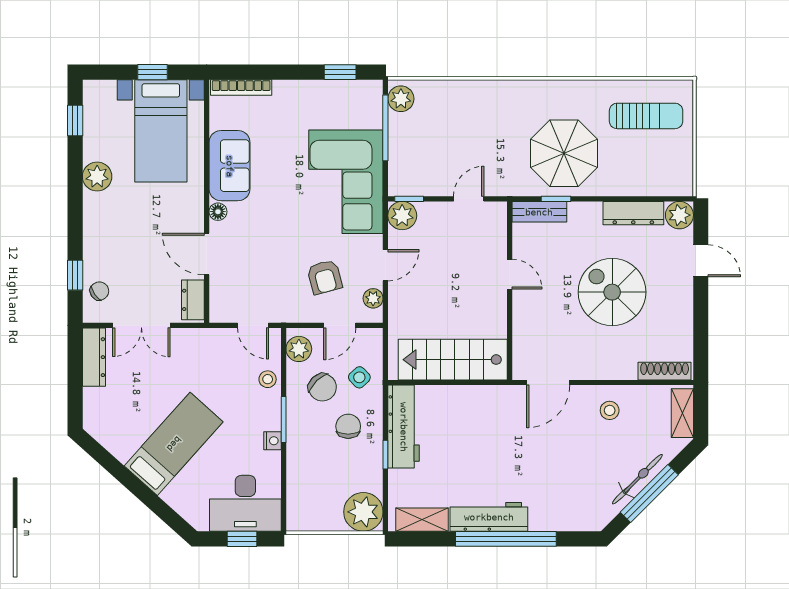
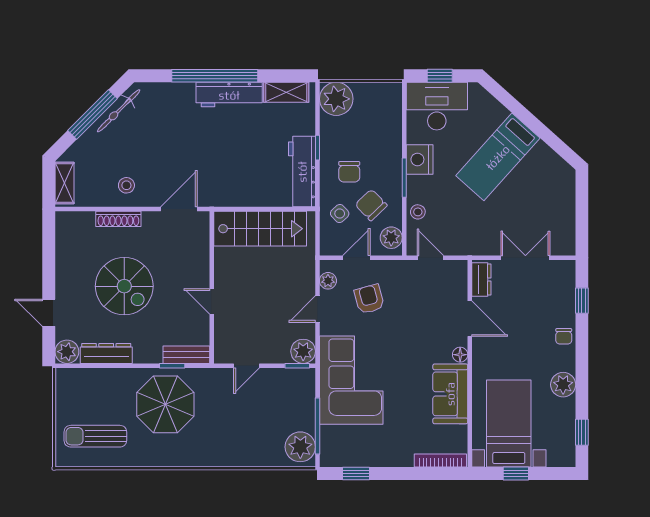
plant: (401, 99) -> (300, 447), width x1.36, depth x1.36
chair: (99, 291) -> (564, 336), moved, turned -55
dresser: (94, 357) -> (566, 231), removed
shoe rack: (665, 371) -> (118, 219), moved
nightstand: (272, 441) -> (420, 159), width x1.89, depth x1.79
bicycle: (637, 479) -> (119, 111), moved

